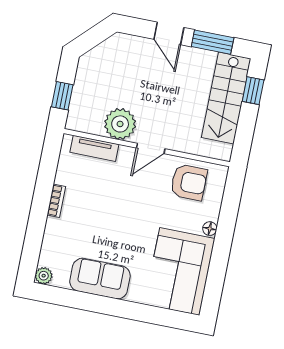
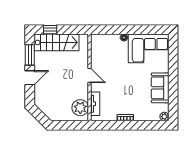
window: (62, 96) -> (72, 125), removed
plant: (120, 124) -> (80, 108), moved
armchair: (189, 182) -> (103, 53), removed

